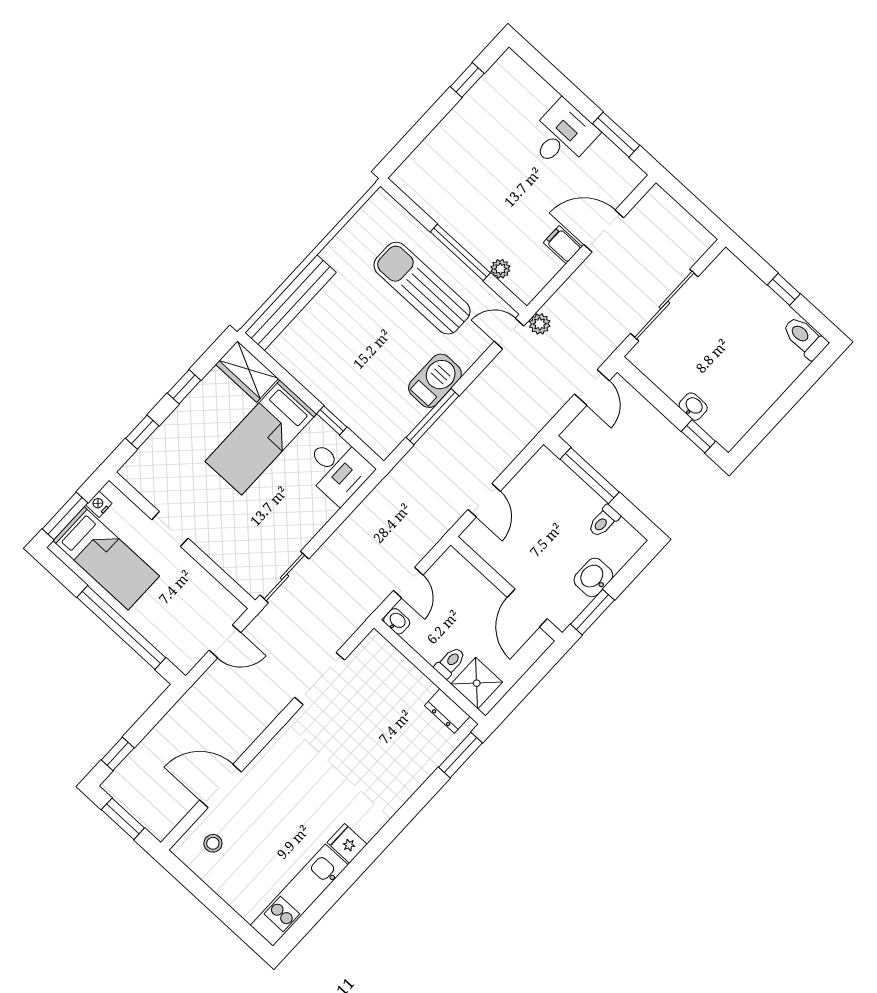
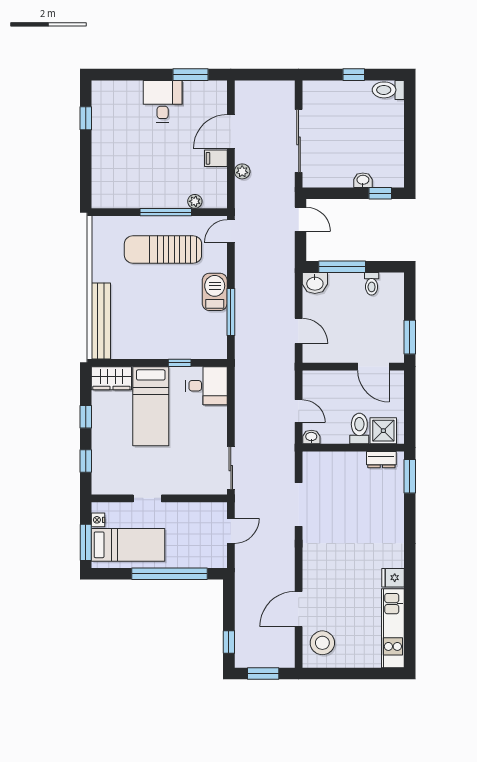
plant: (540, 324) -> (242, 171), moved
washbasin: (593, 577) -> (315, 283), moved, turned -90
toilet: (450, 662) -> (359, 428), width x1.37, depth x1.39
stool: (213, 843) -> (322, 643), width x1.89, depth x1.89

